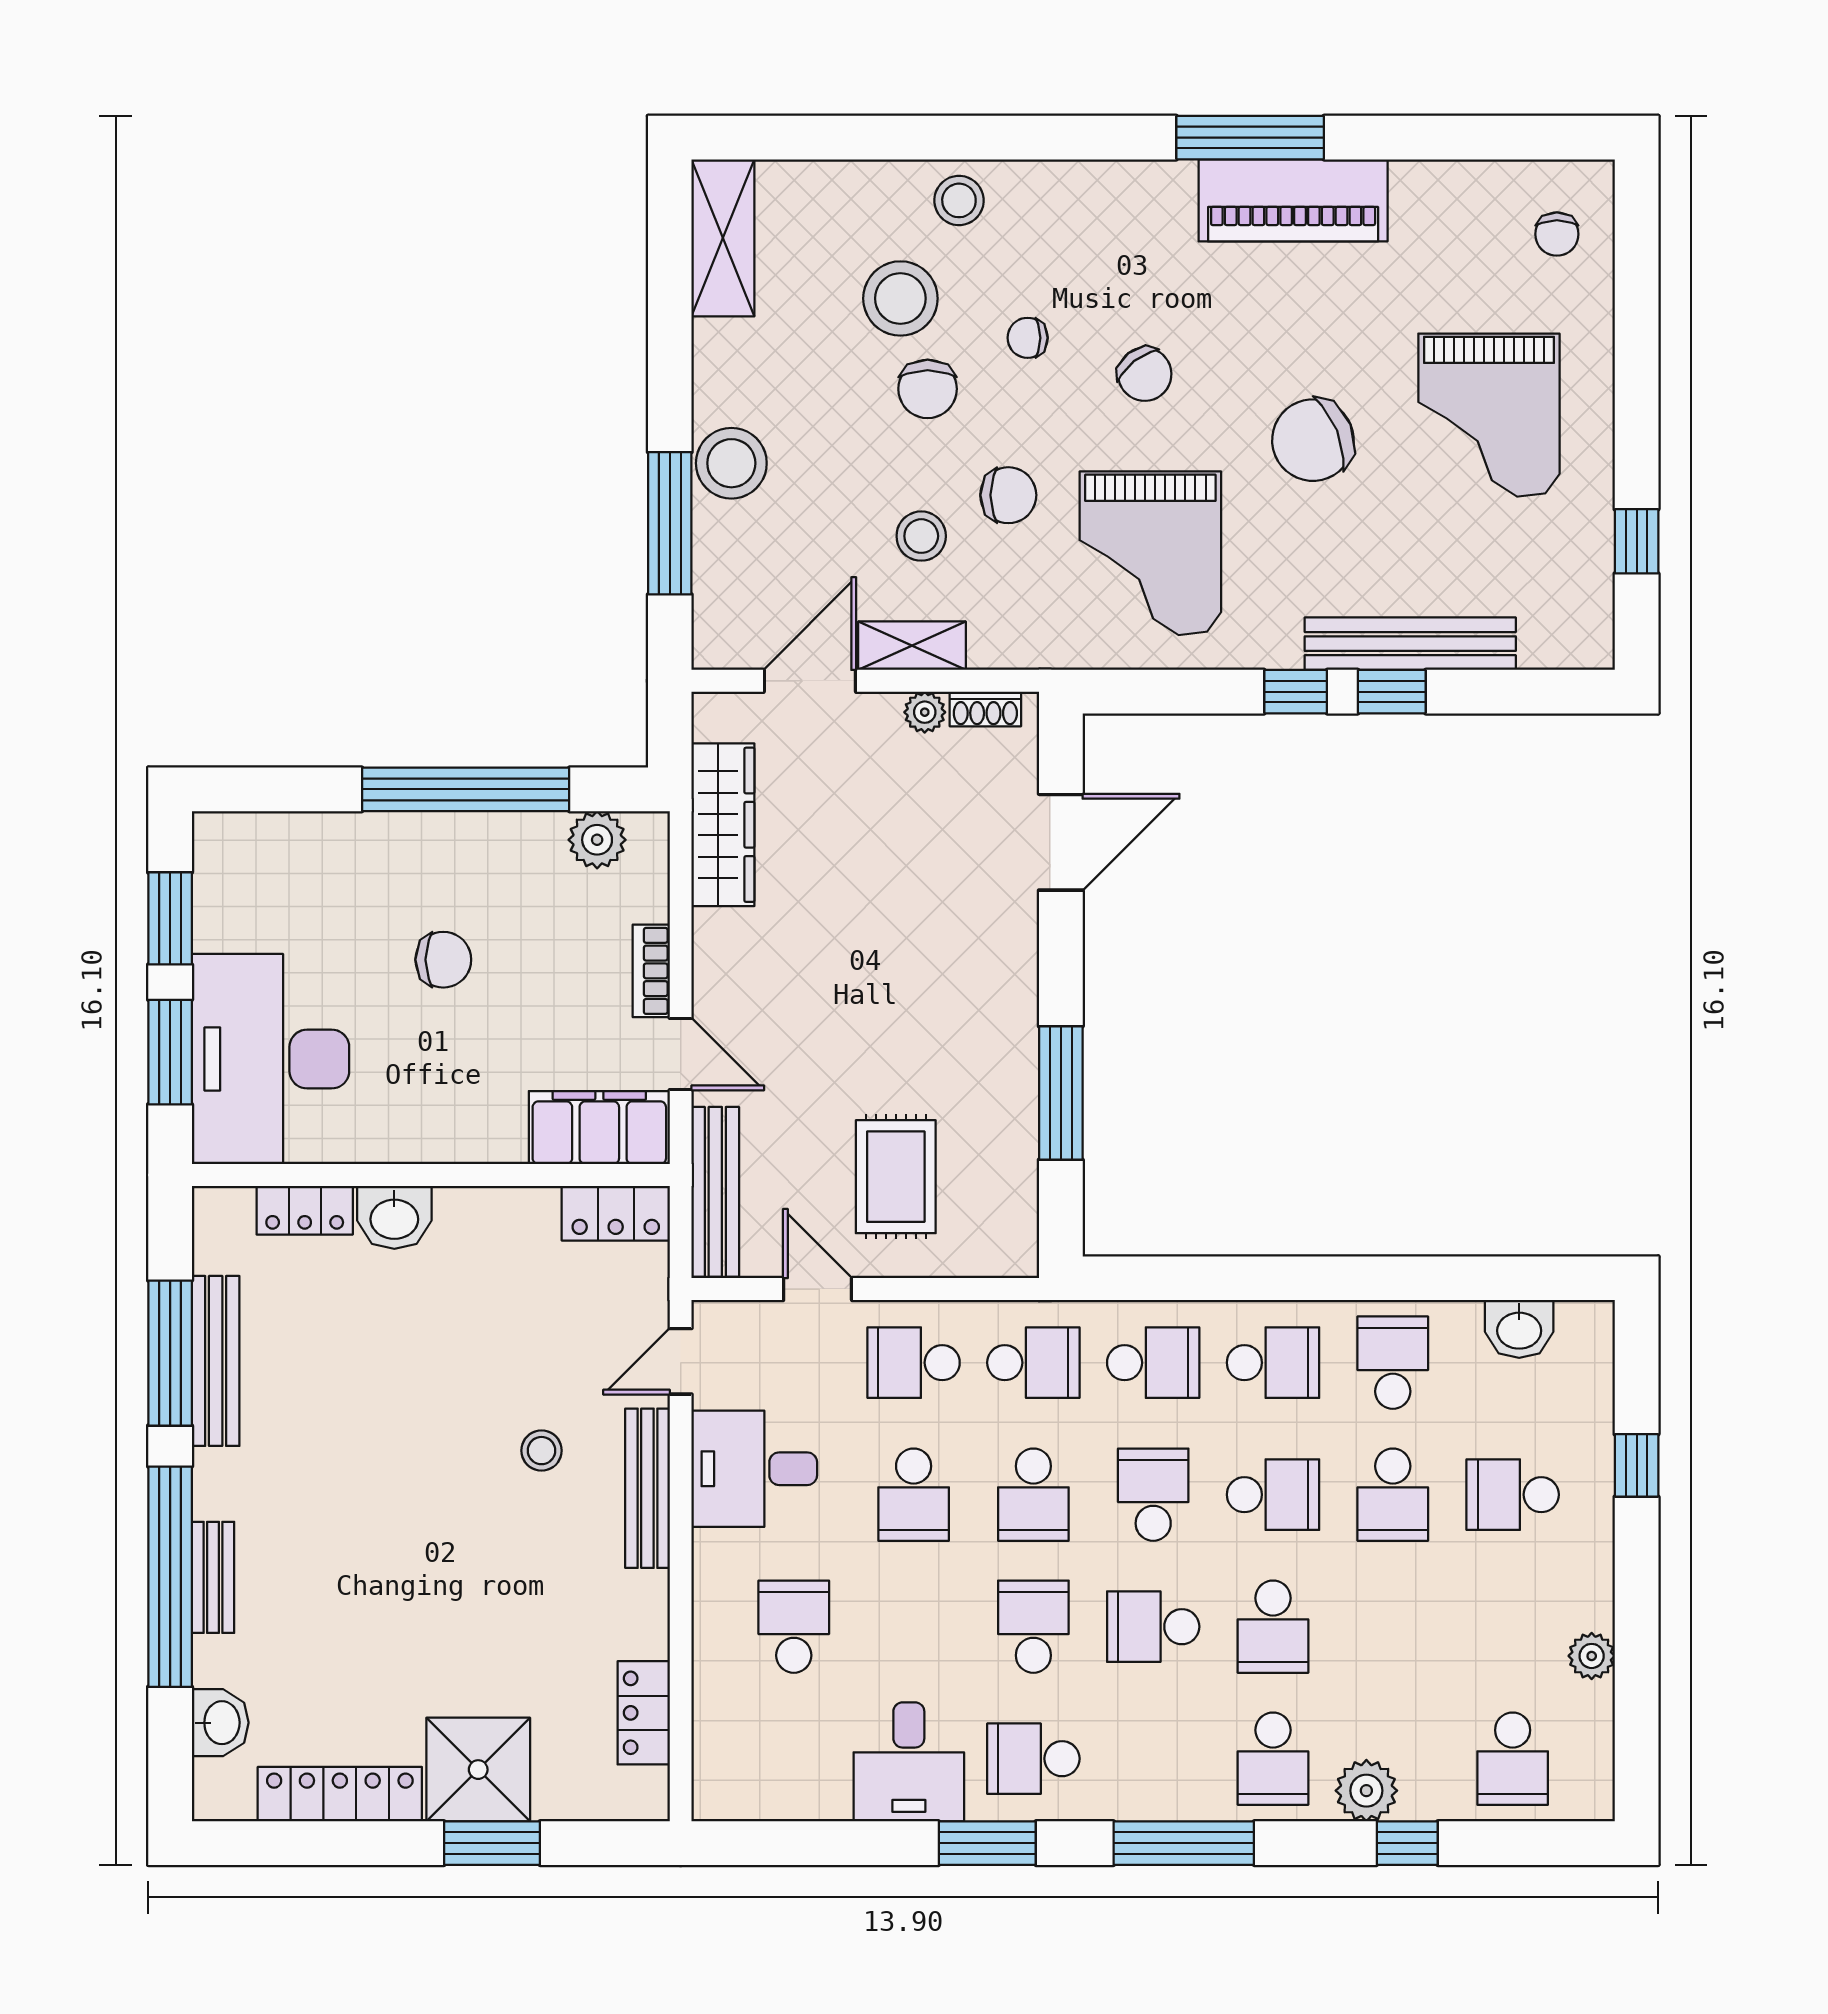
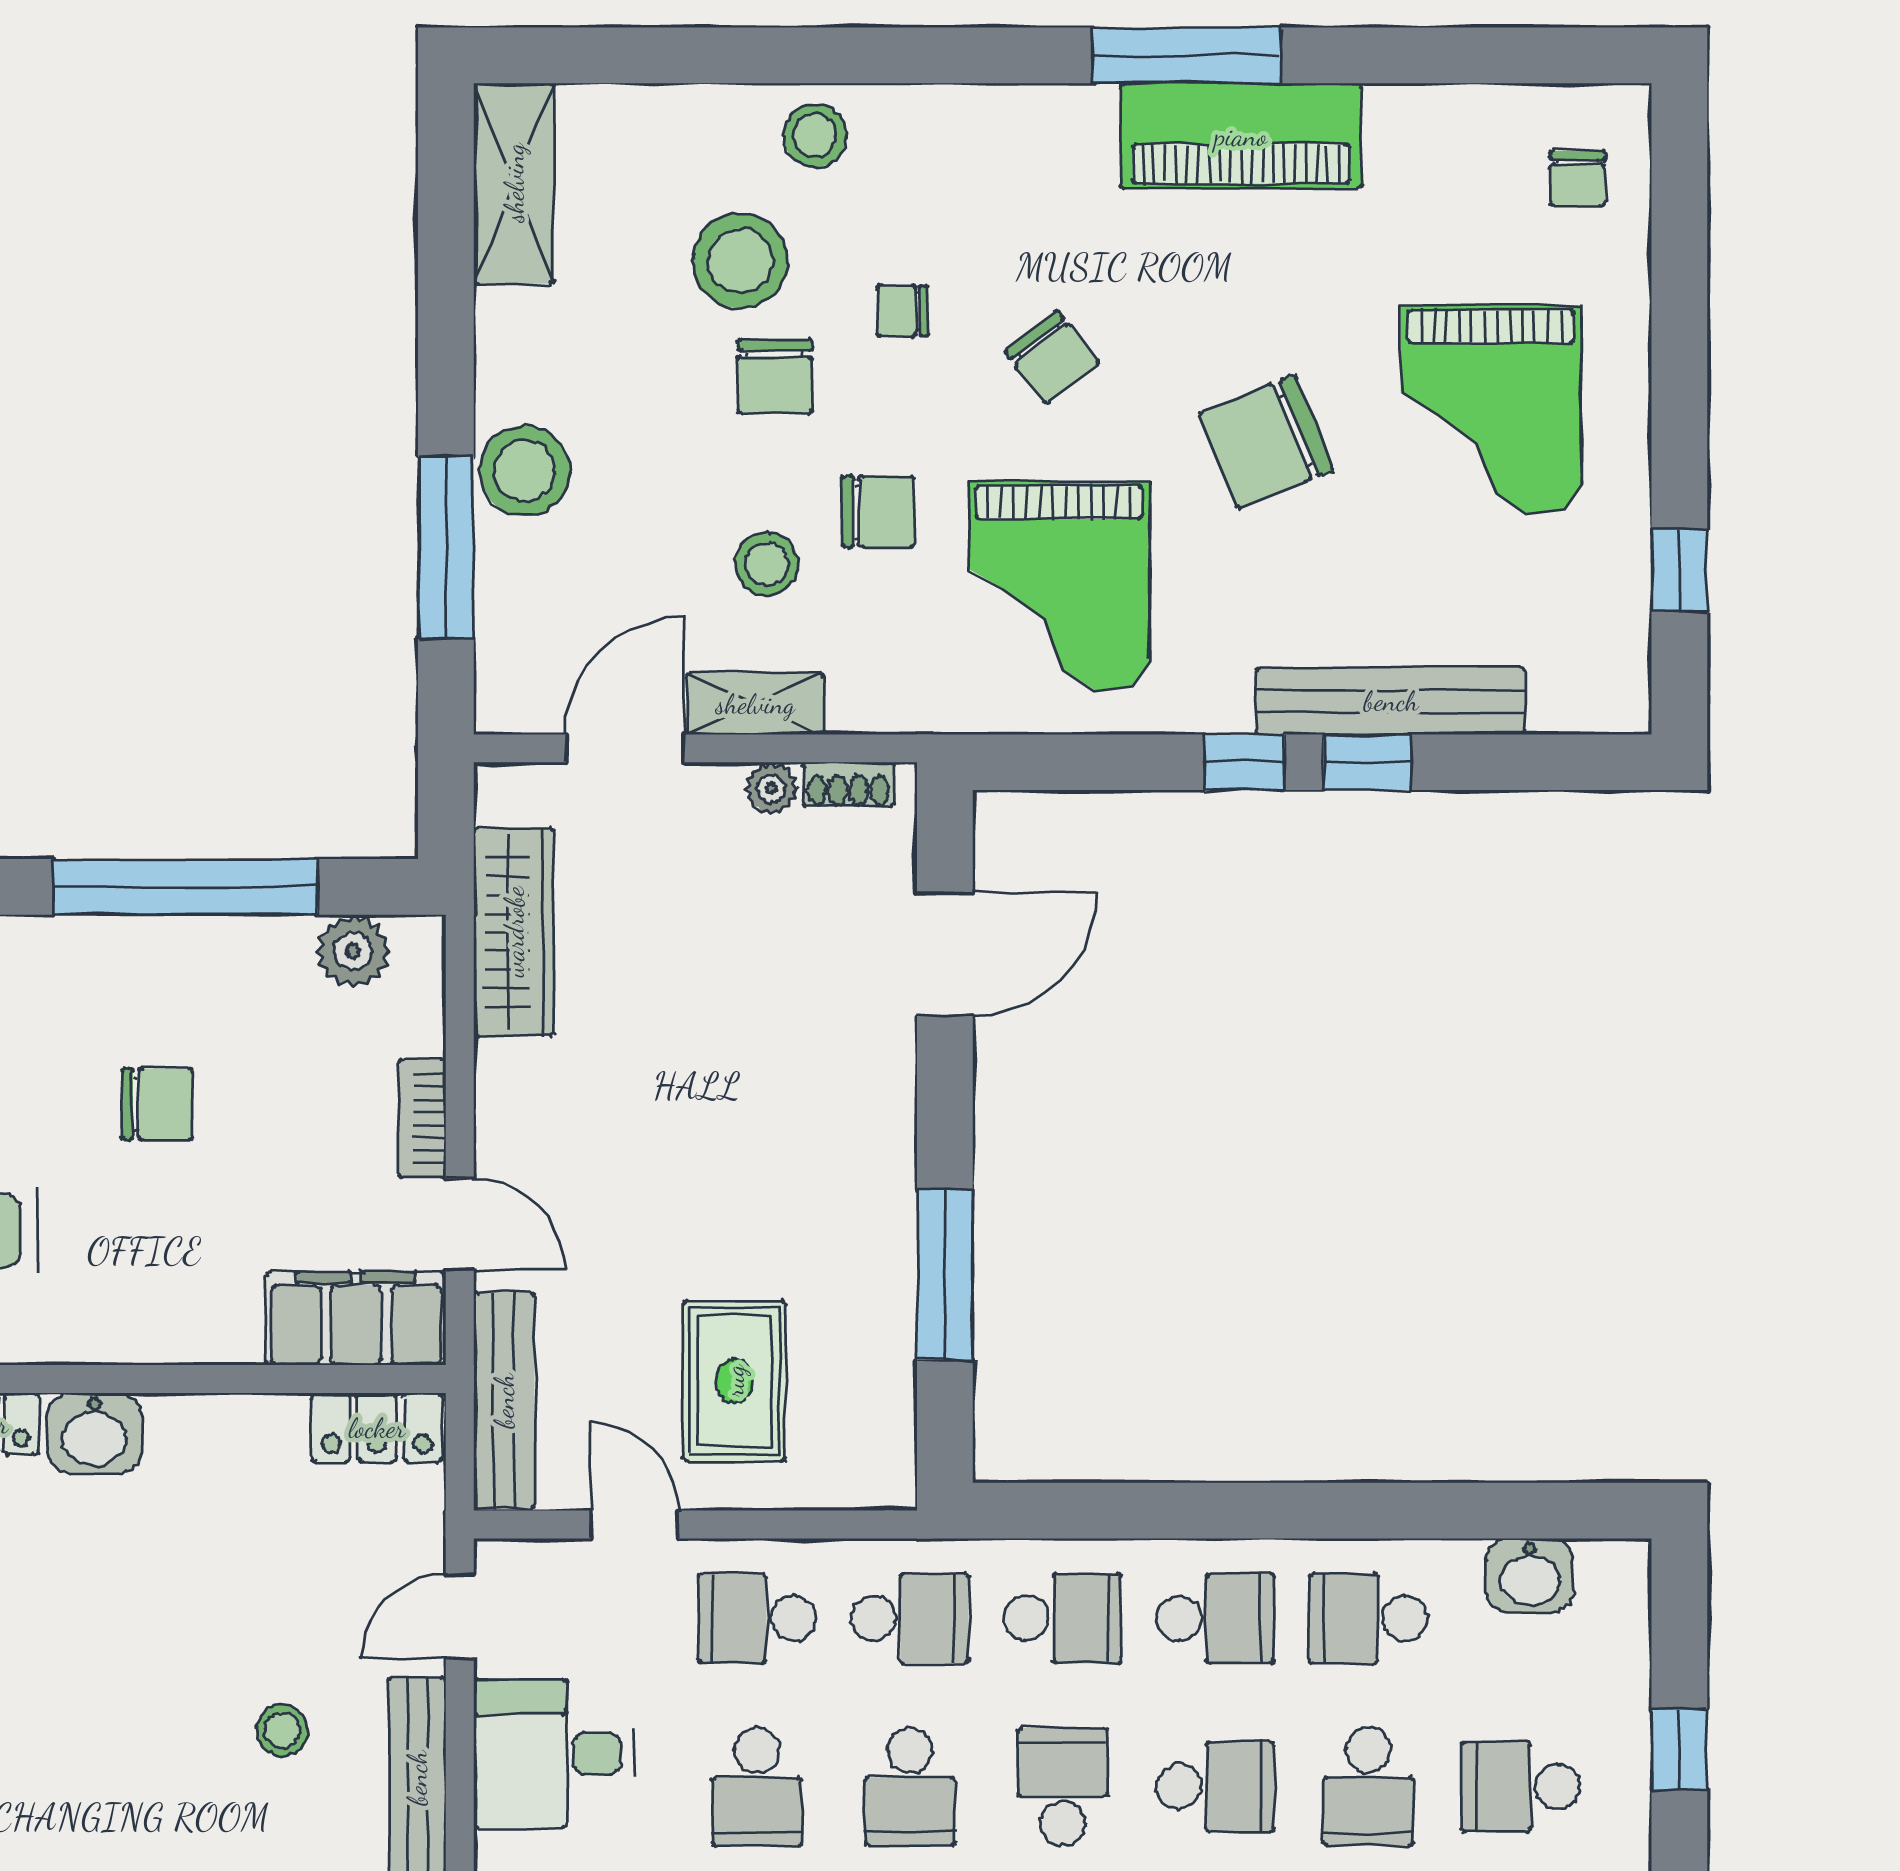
school desk: (1393, 1363) -> (1368, 1618), turned -90

